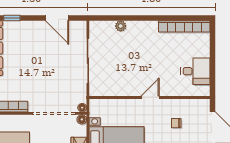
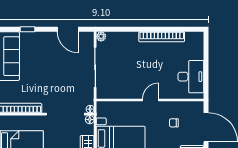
plant: (121, 26) -> (101, 36), moved
bookcase: (184, 26) -> (162, 37), moved
desk: (195, 71) -> (191, 77), width x1.37

